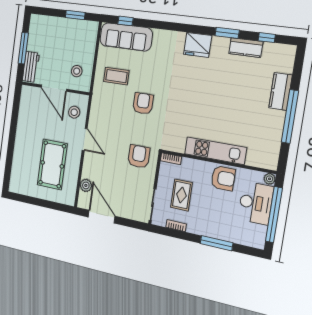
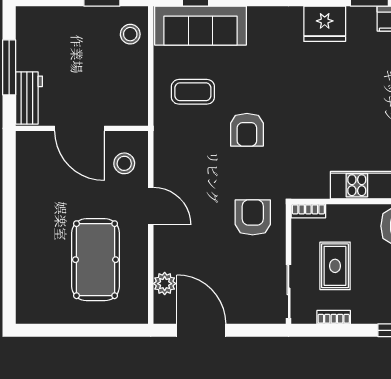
stool: (77, 71) -> (130, 34), moved
armchair: (143, 103) -> (247, 130), turned 180

